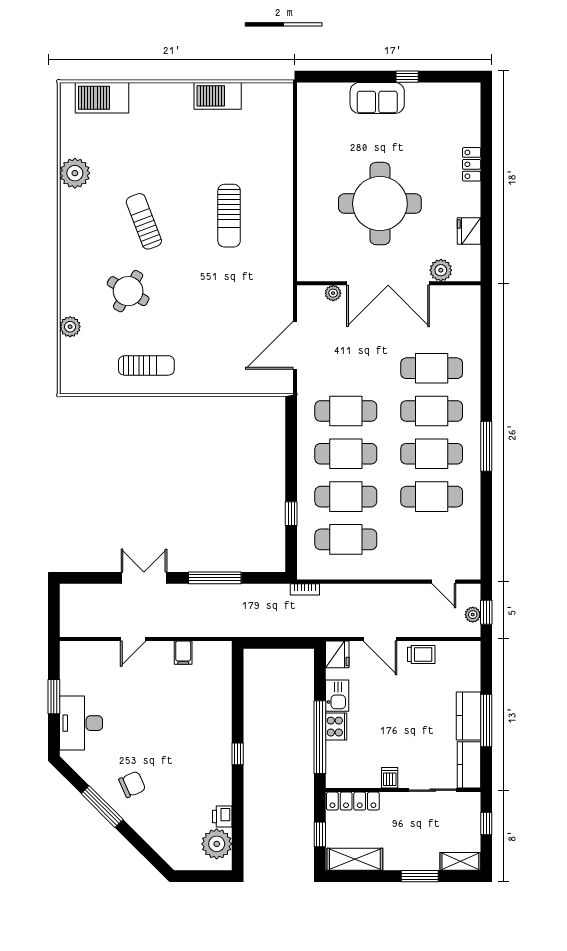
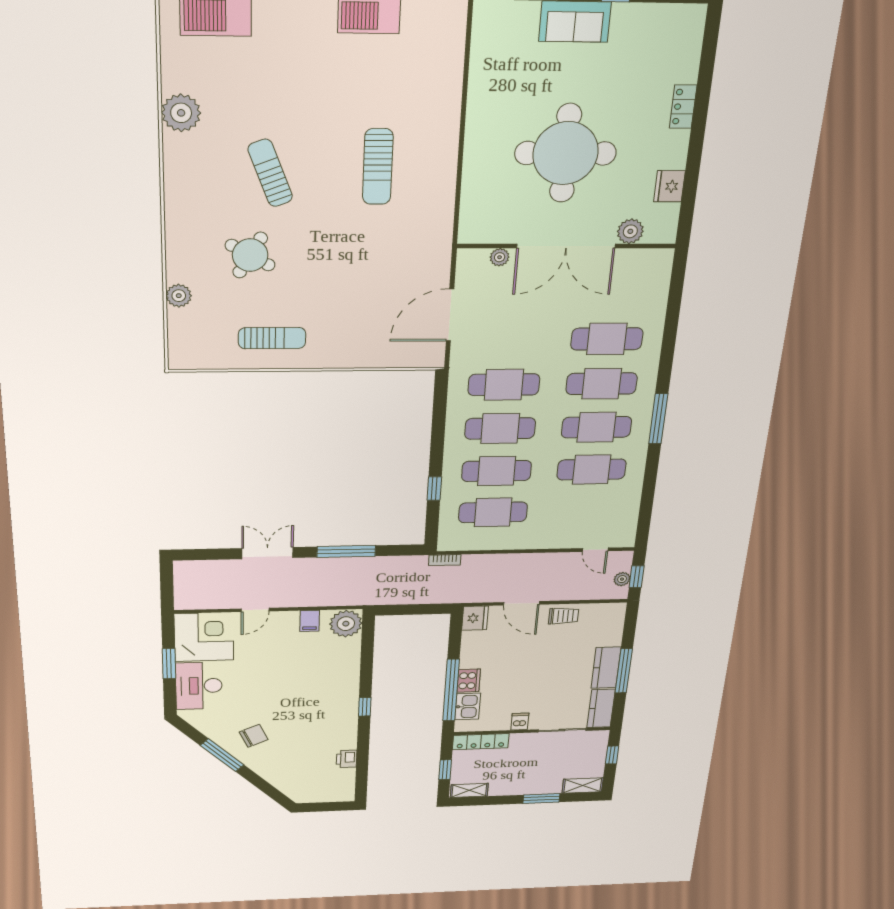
corner desk: (86, 668) -> (204, 637), added
kitchen sink: (337, 696) -> (468, 707), moved
plant: (217, 844) -> (346, 624), moved
shelving: (355, 859) -> (469, 790), width x0.67, depth x0.75

